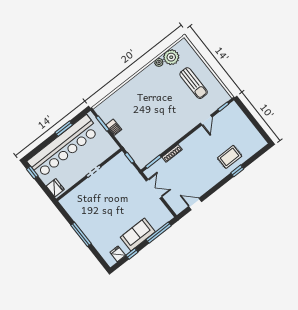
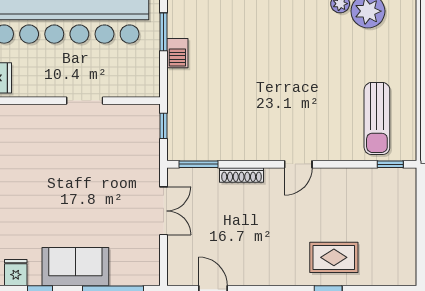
sun lounger: (194, 83) -> (377, 119), moved
door: (206, 120) -> (298, 164), moved

